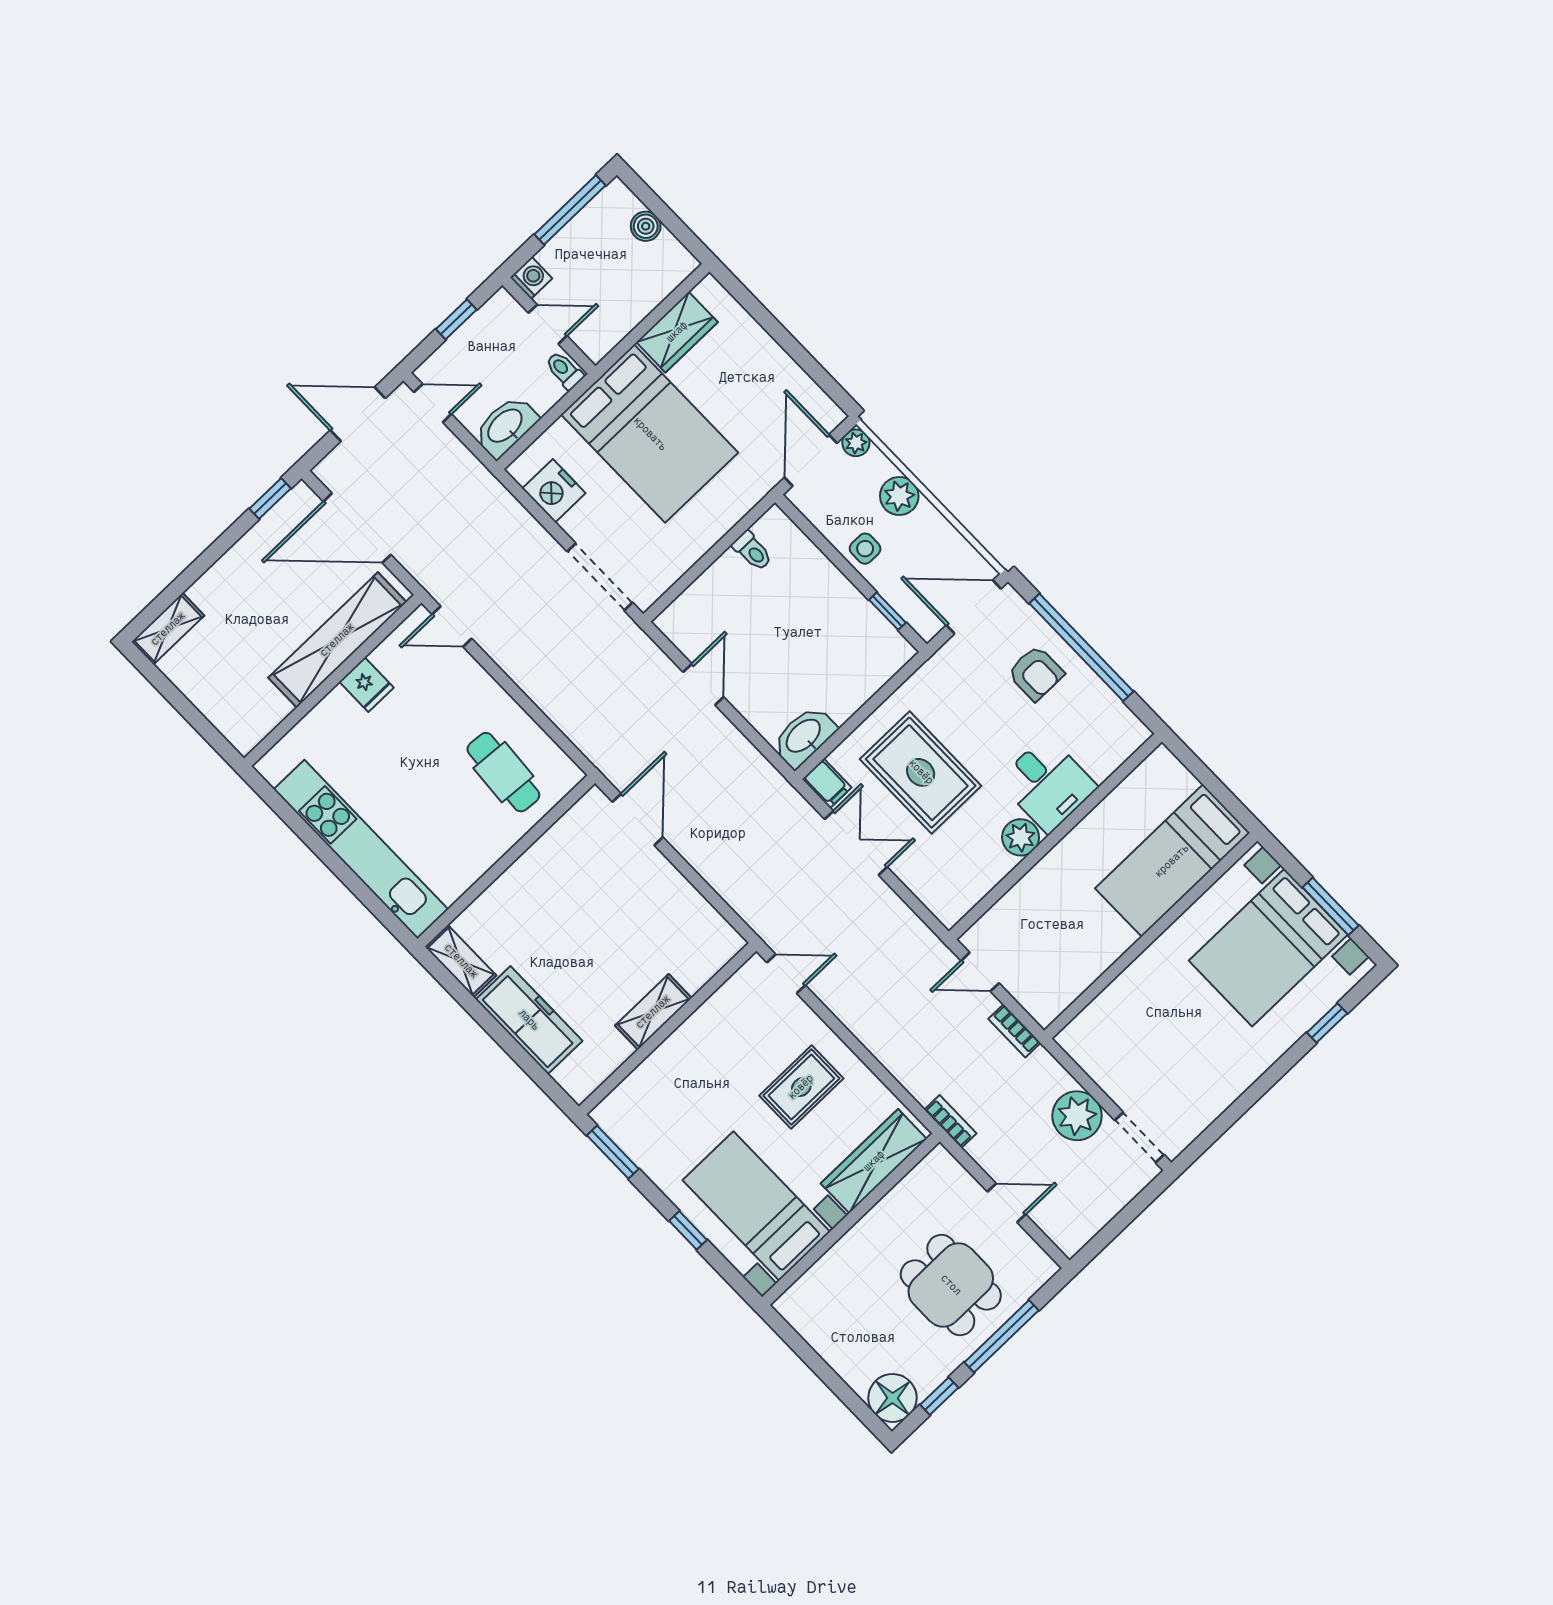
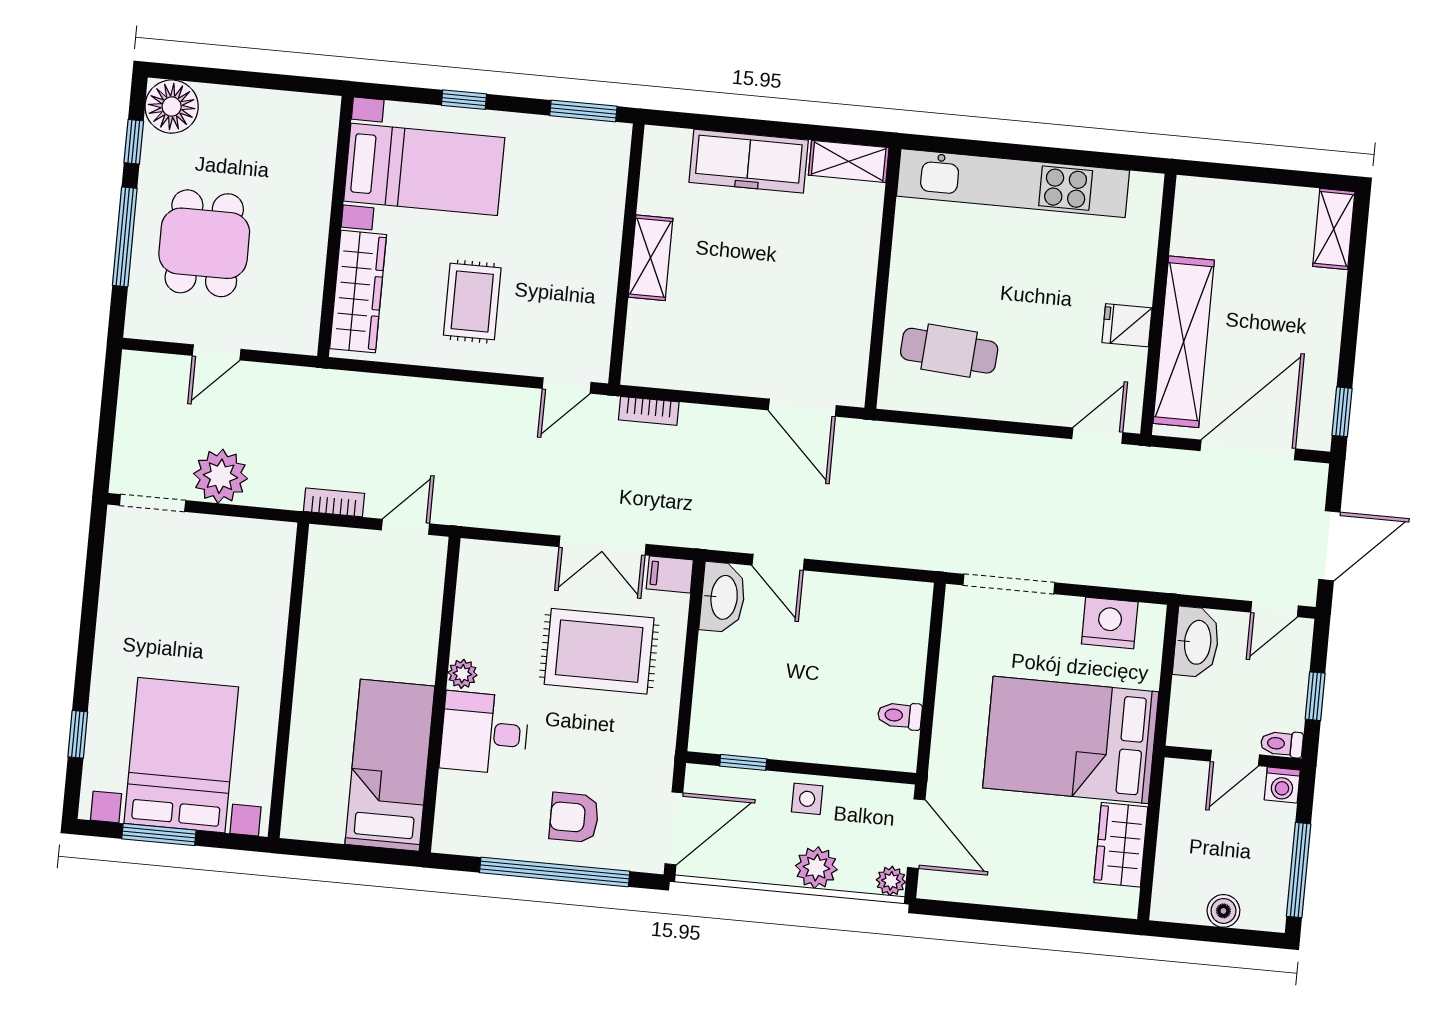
toilet: (564, 370) -> (1282, 744), moved, turned 180
door: (703, 684) -> (778, 562), moved
plant: (1021, 837) -> (462, 674), width x0.73, depth x0.73
bed: (1172, 861) -> (390, 765), moved
bookcase: (950, 1122) -> (649, 411), moved
dining table: (951, 1285) -> (204, 243), turned 90

